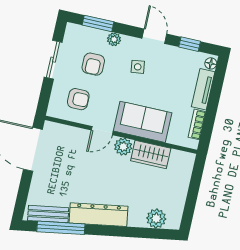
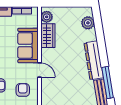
plant: (123, 147) -> (47, 17), moved

